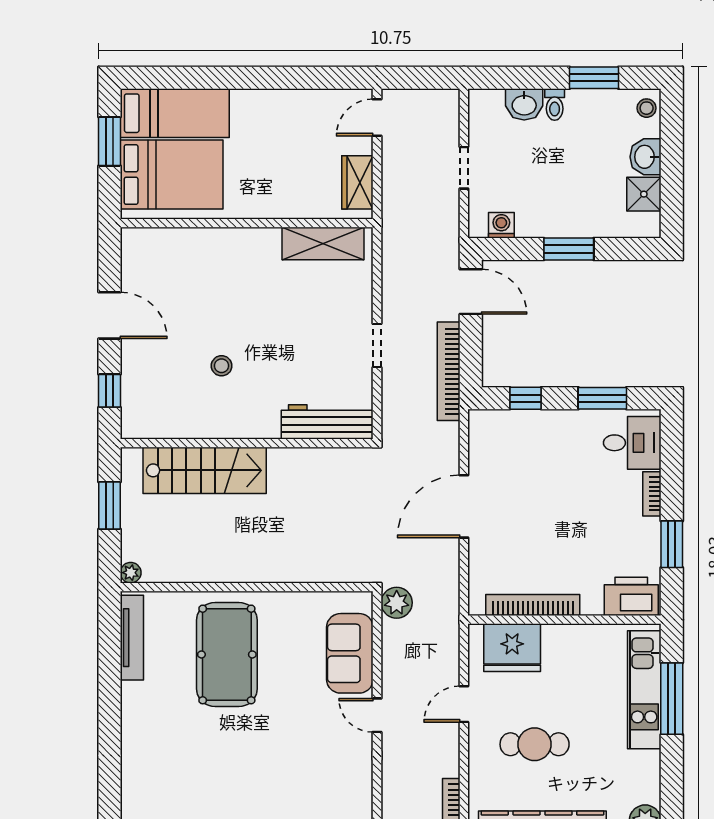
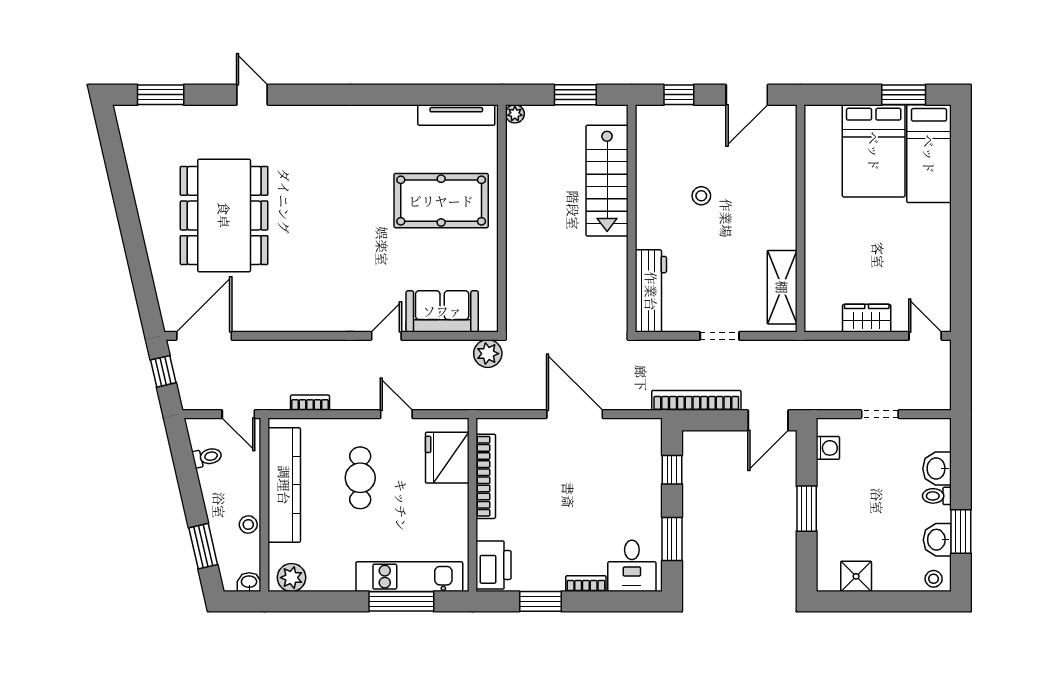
washbasin: (645, 157) -> (937, 540), moved, turned -90
wall: (247, 223) -> (801, 218), moved
shelving: (323, 244) -> (782, 287), moved

